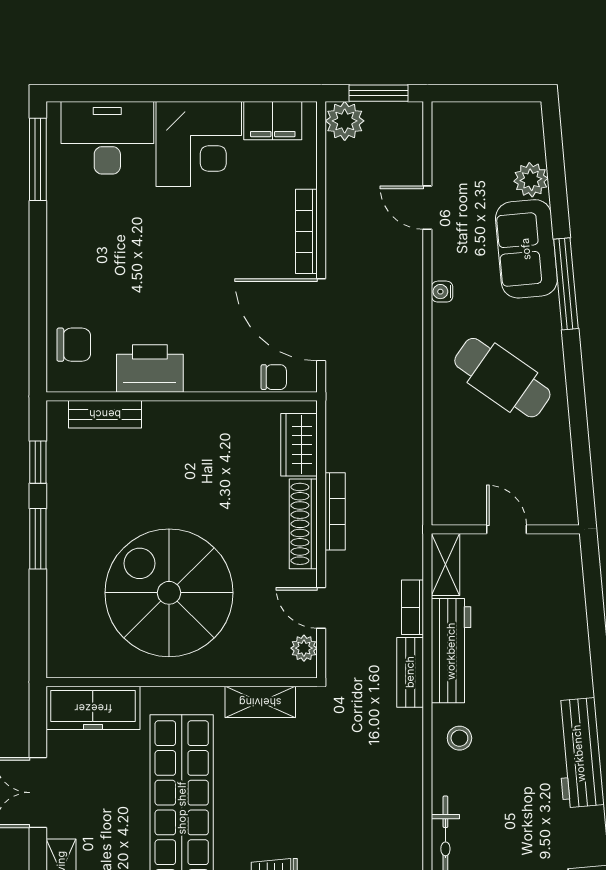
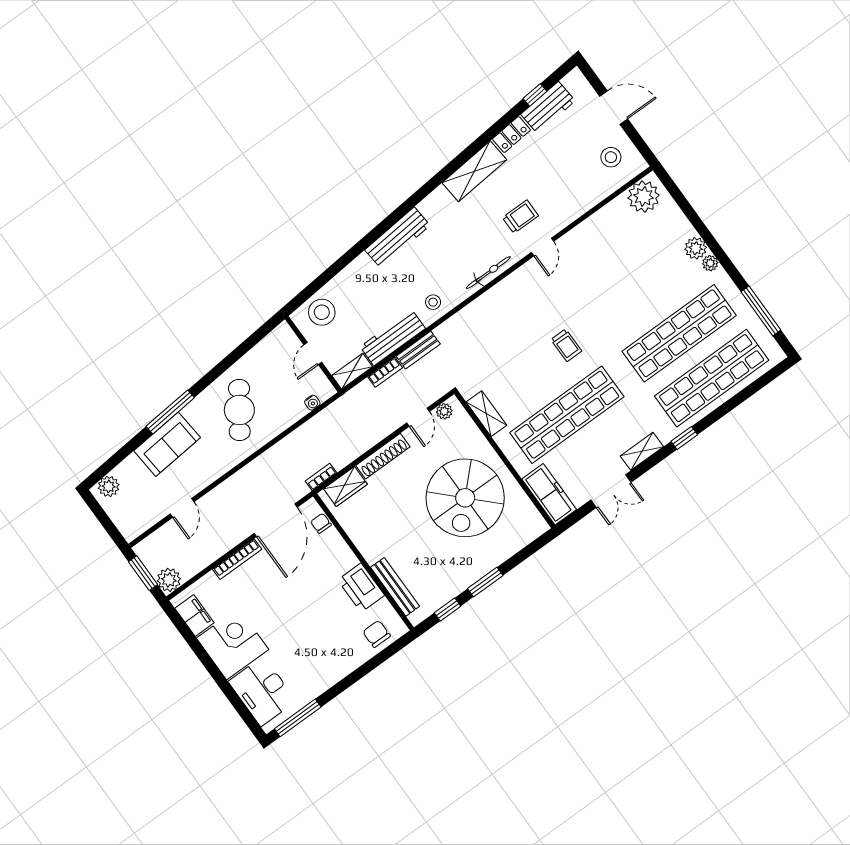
plant: (531, 180) -> (109, 486), moved
water cooler: (442, 292) -> (312, 403), moved
bench: (105, 414) -> (395, 587), width x1.36
bookcase: (335, 511) -> (321, 477), moved, width x0.64
stool: (553, 581) -> (322, 312), added

